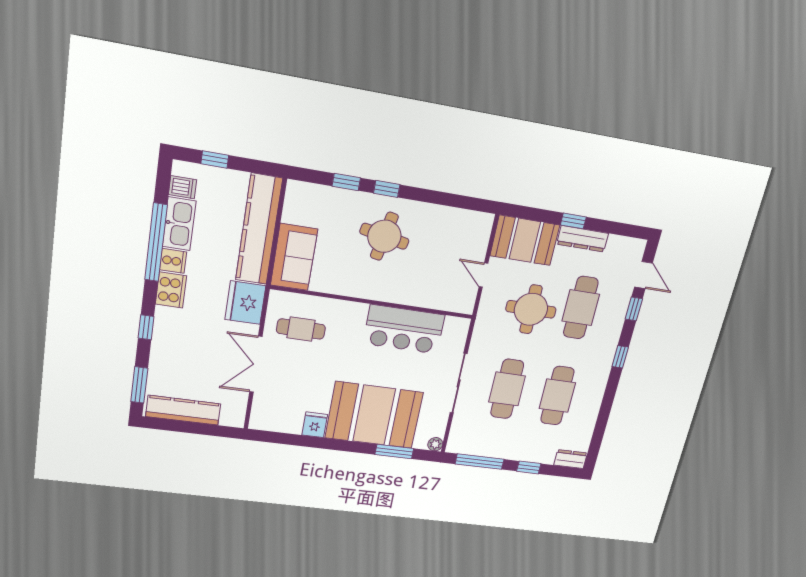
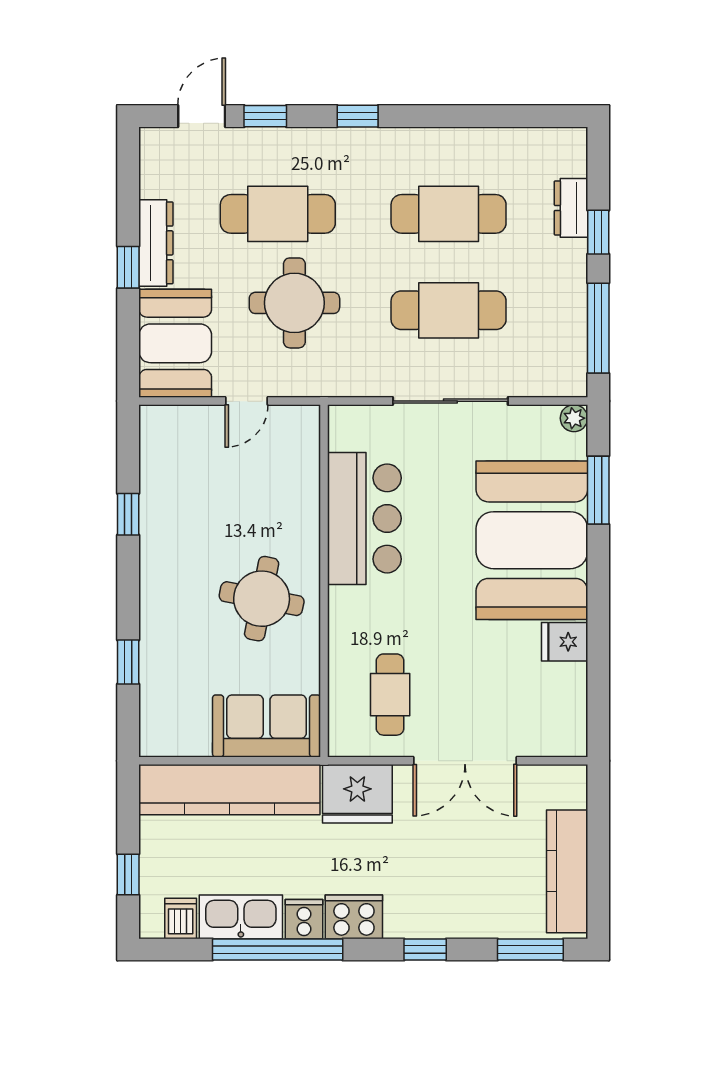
window: (387, 189) -> (128, 514), moved
round table: (384, 236) -> (262, 599), moved
dresser: (570, 459) -> (571, 208), moved

